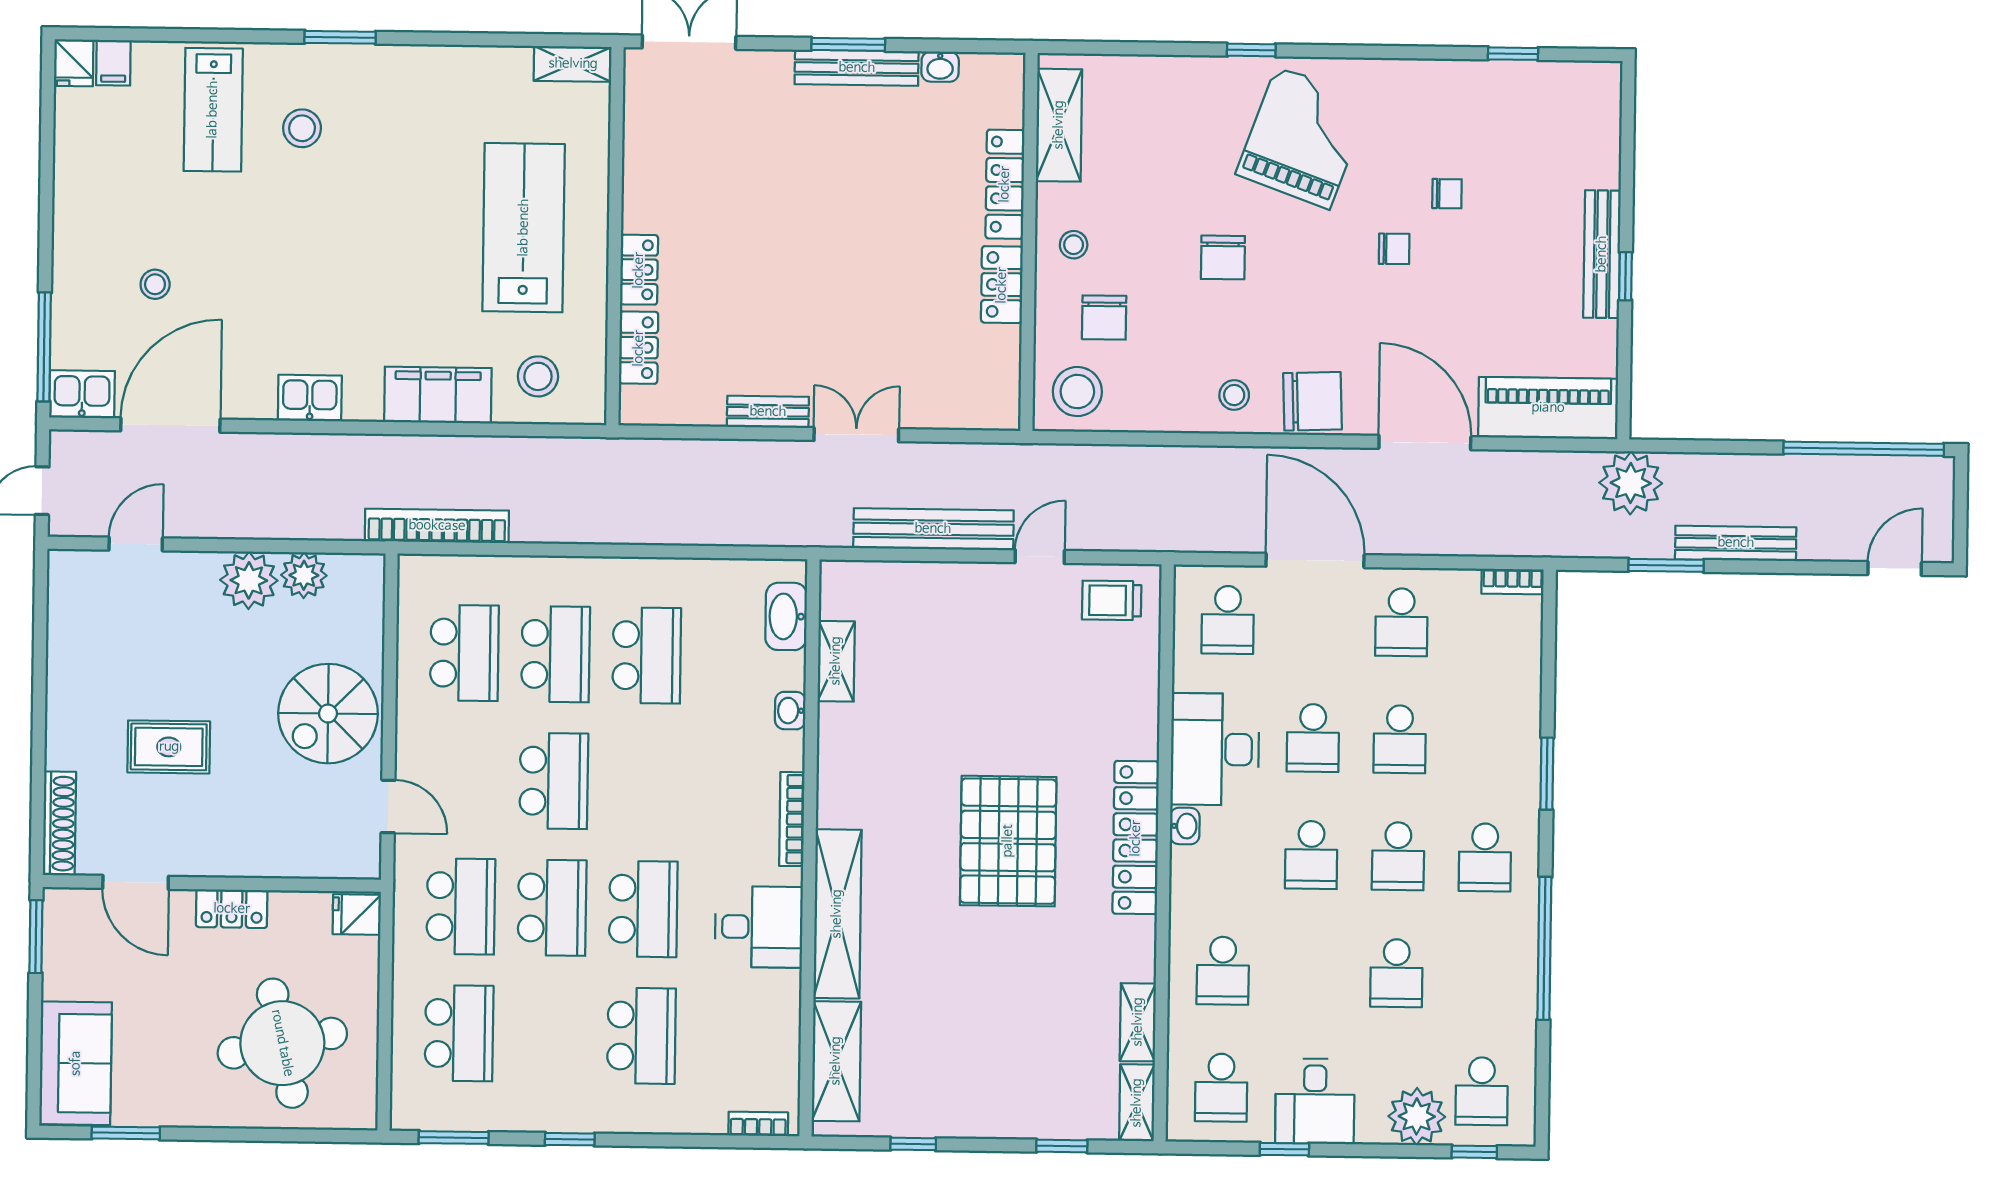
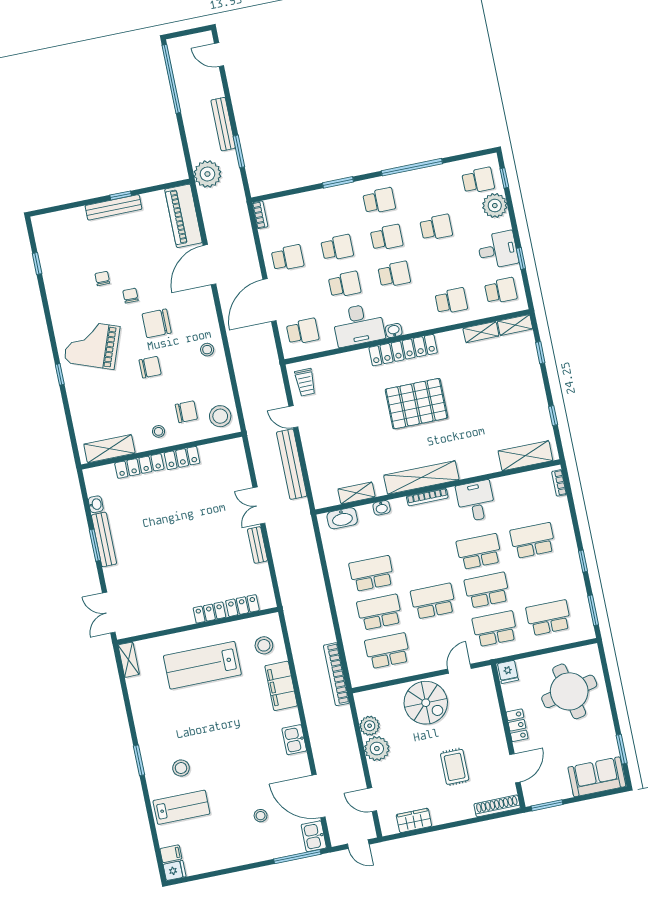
chair: (1312, 401) -> (157, 323), moved, turned -88
wardrobe: (68, 628) -> (414, 820), added
shelving: (837, 914) -> (421, 478), moved

